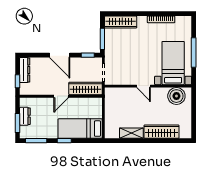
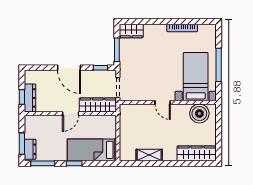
wardrobe: (121, 22) -> (131, 31), width x0.67
dresser: (25, 70) -> (30, 98), moved
dresser: (25, 116) -> (30, 149), moved
wardrobe: (162, 132) -> (197, 153), moved

